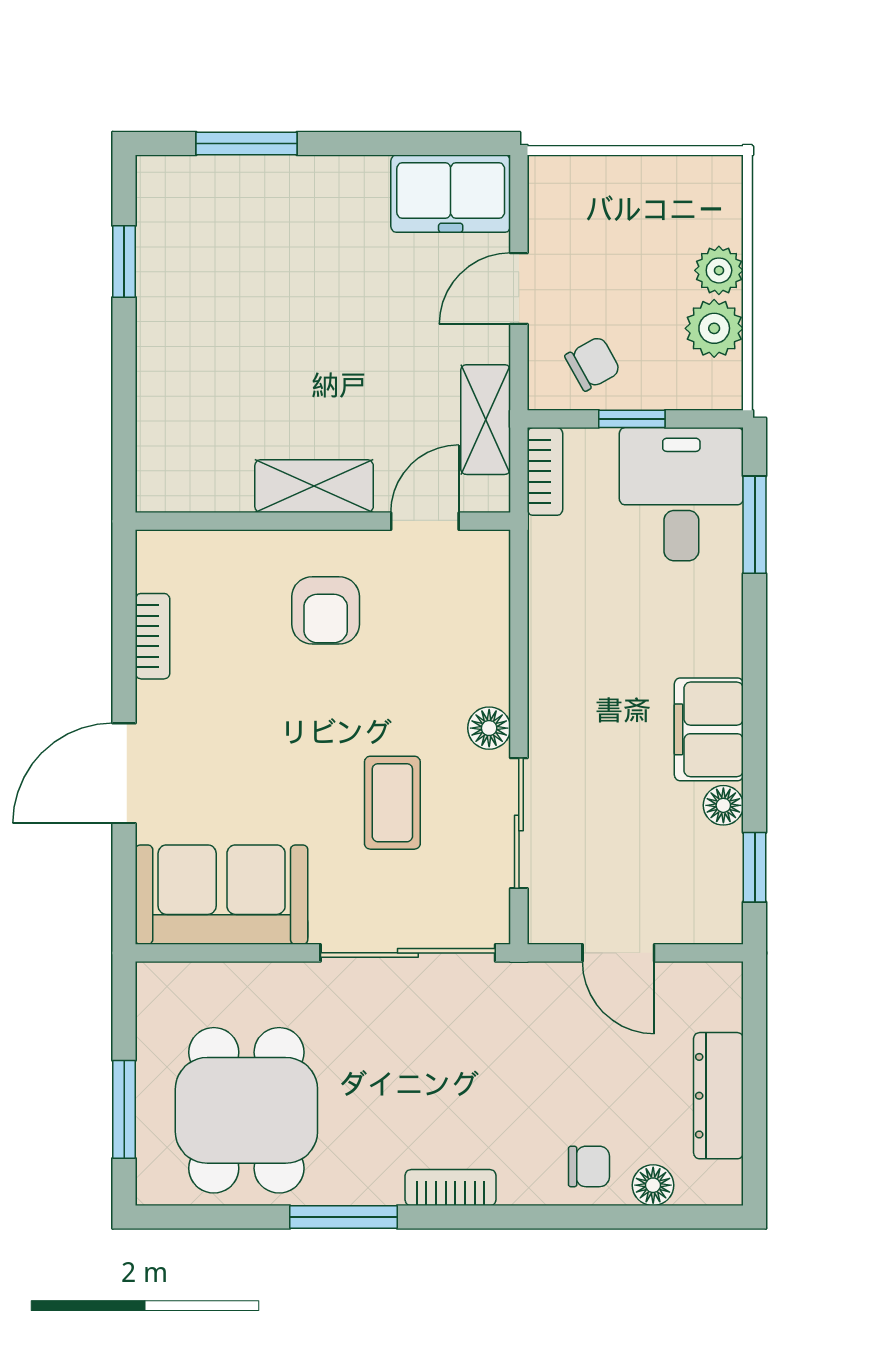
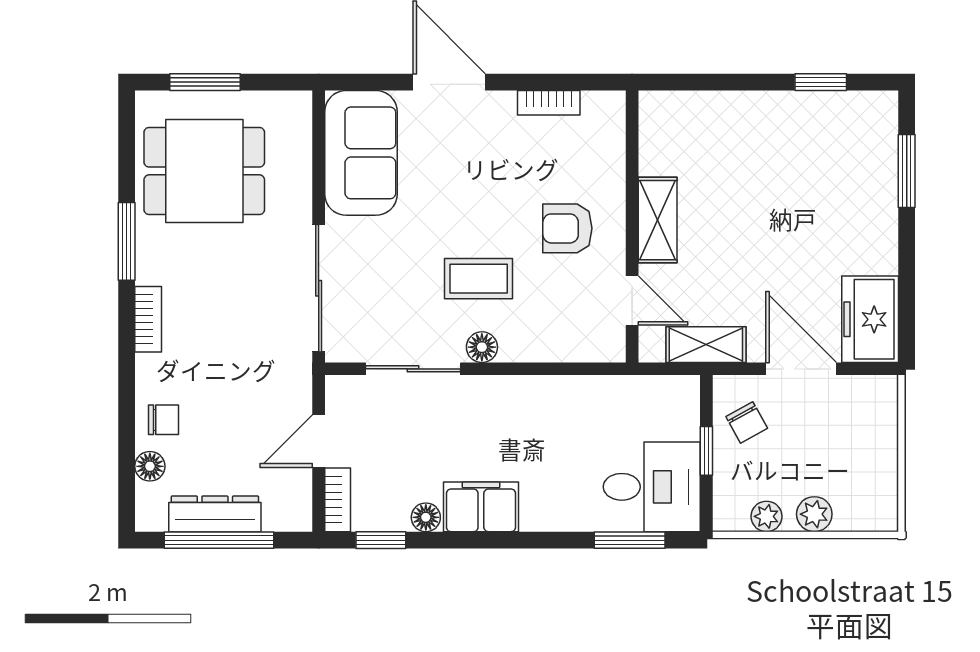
door: (519, 289) -> (801, 369), width x1.38
plant: (714, 328) -> (767, 516), width x0.73, depth x0.73
bookcase: (545, 471) -> (338, 500), moved, turned -90
coffee table: (392, 803) -> (479, 279), moved
window: (755, 1090) -> (219, 540), added
chair: (589, 1166) -> (164, 420), turned -90

